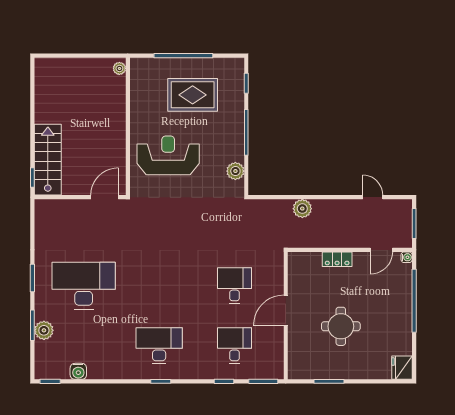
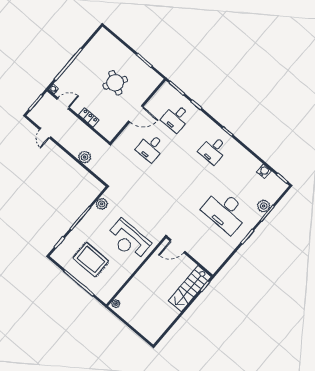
round table: (341, 326) -> (115, 83), turned 30
desk: (159, 346) -> (213, 150), width x0.73
fridge: (402, 368) -> (102, 36), removed

